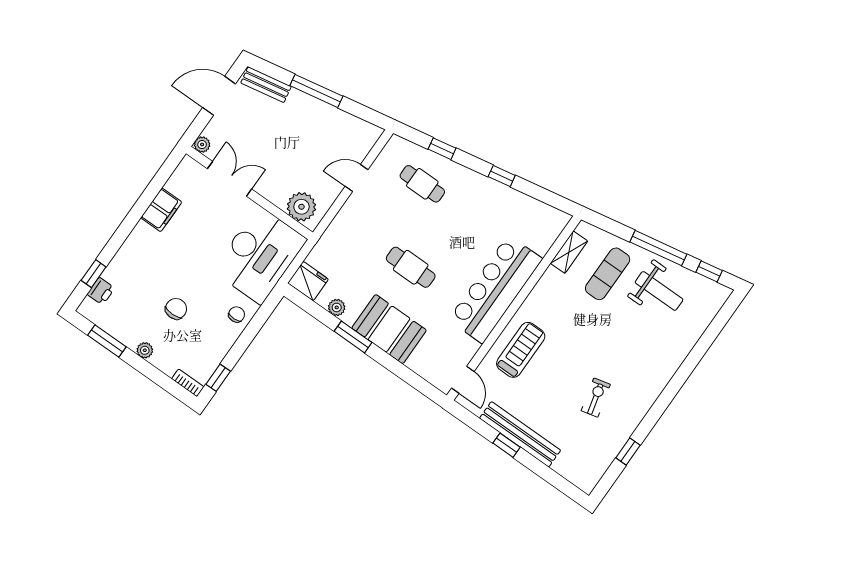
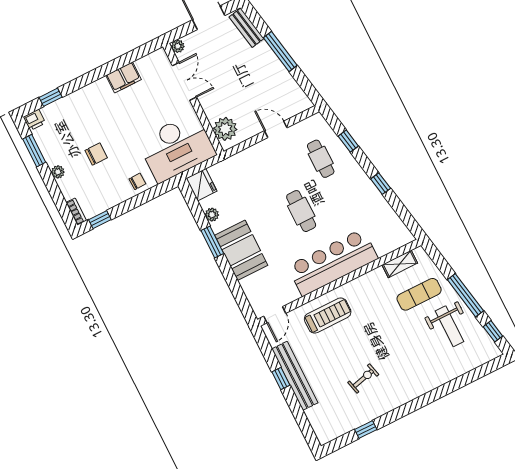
cafe table: (411, 267) -> (301, 211), moved
printer: (101, 291) -> (34, 120), moved

